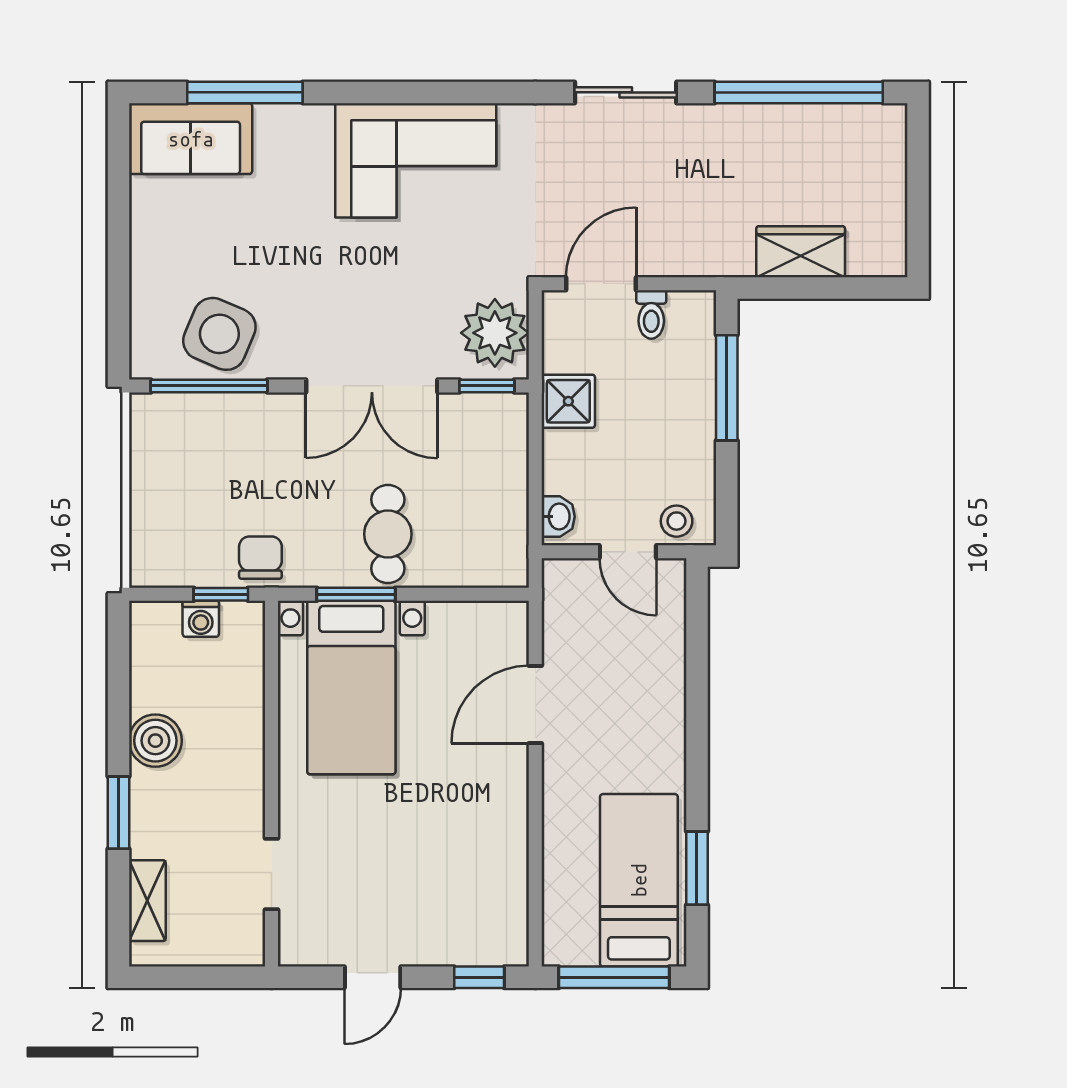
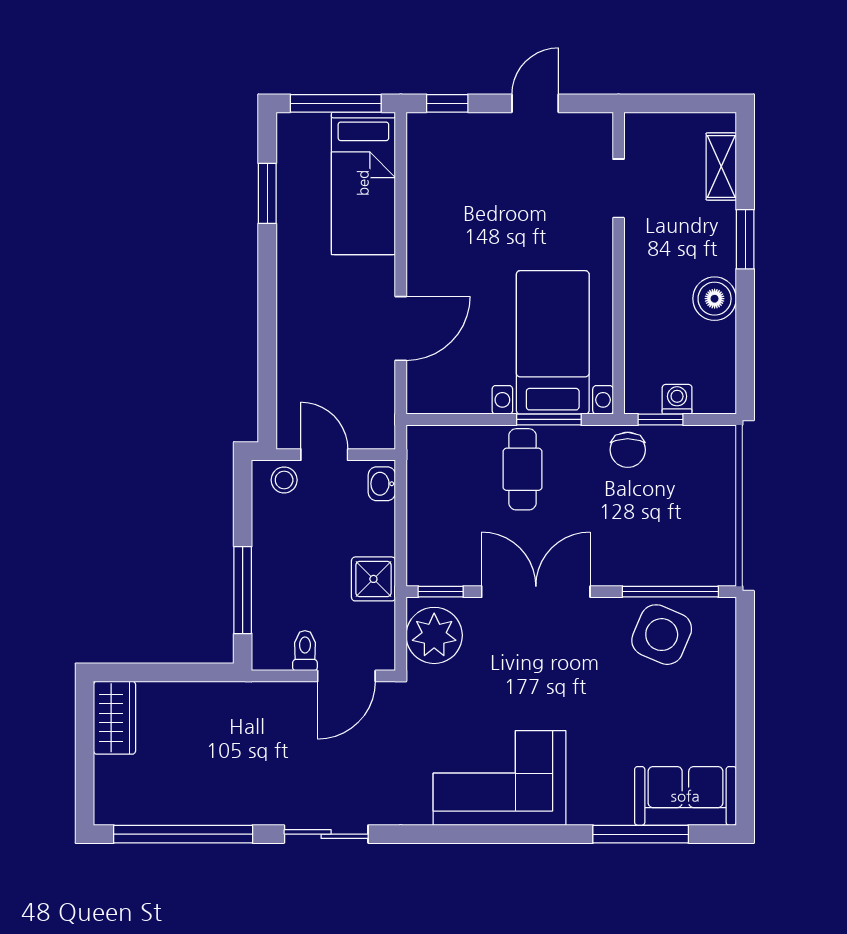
wardrobe: (801, 252) -> (115, 718), moved, turned -90
bed: (639, 880) -> (363, 183), moved

